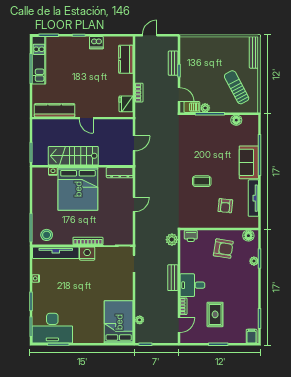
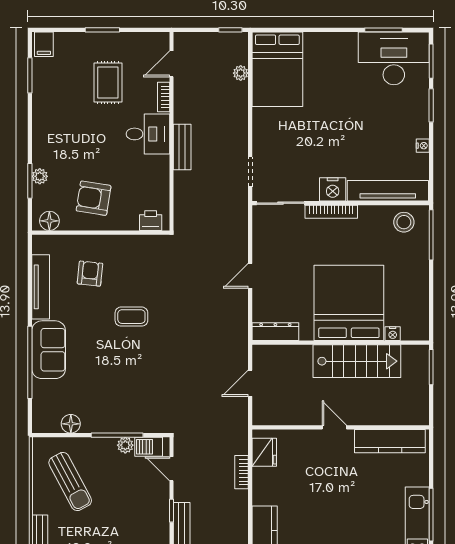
plant: (172, 240) -> (184, 214), removed

